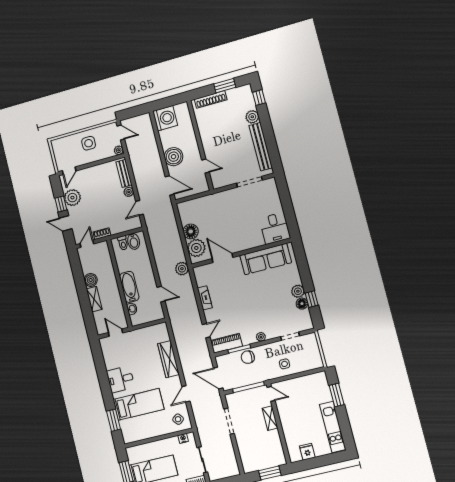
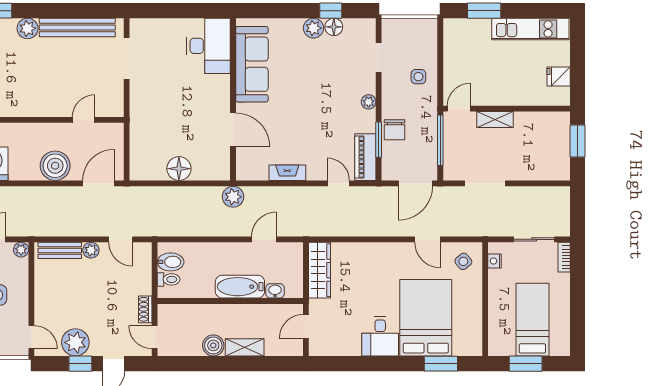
desk: (275, 228) -> (208, 46), width x1.37
plant: (196, 248) -> (207, 166), removed
door: (222, 258) -> (233, 130), swing flipped
wardrobe: (168, 359) -> (319, 270), moved, turned -90
bed: (139, 404) -> (426, 318), width x1.50

